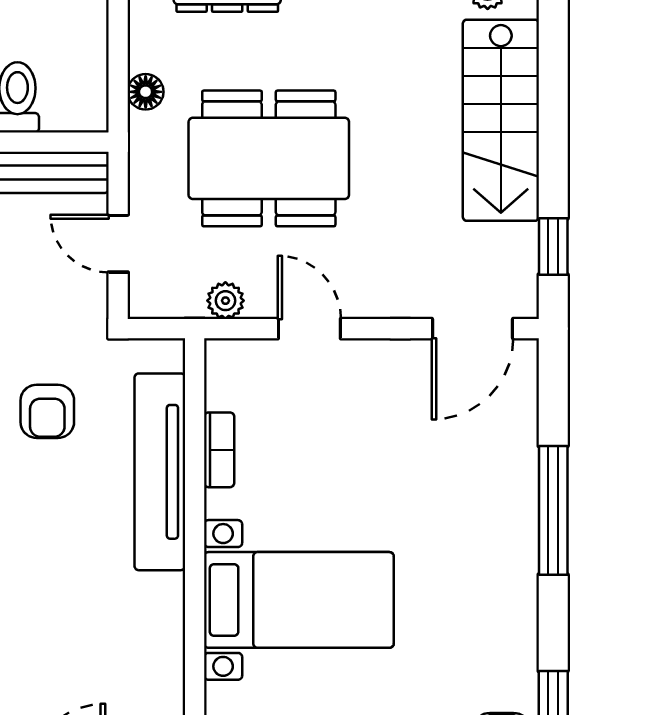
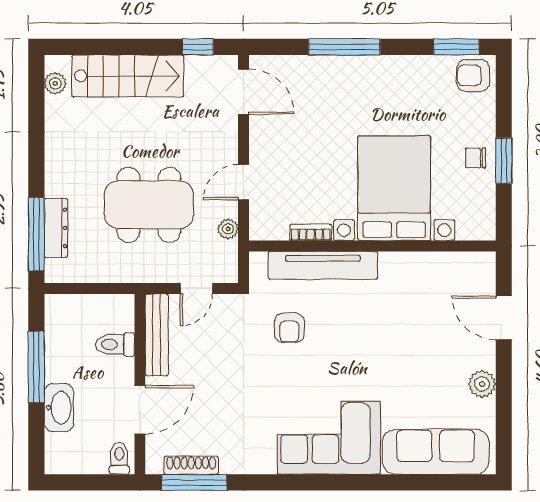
floor lamp: (146, 92) -> (112, 273), removed
dining table: (269, 158) -> (149, 205), turned 90
armchair: (47, 411) -> (289, 328), turned 90
bed with nightstands: (299, 600) -> (394, 188), width x1.36

